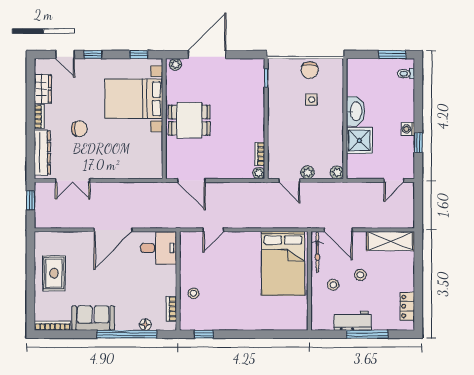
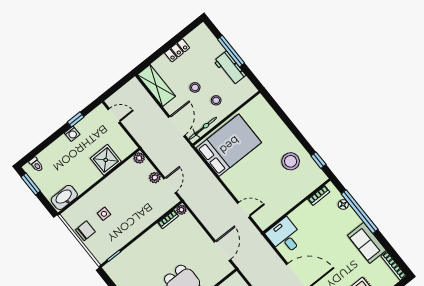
washbasin: (355, 111) -> (64, 197), moved
stool: (193, 293) -> (291, 161), moved, width x1.89, depth x1.89
locker: (407, 306) -> (177, 50), moved

